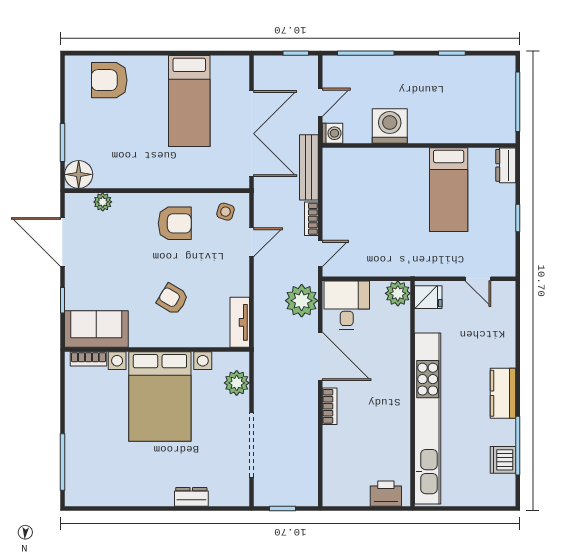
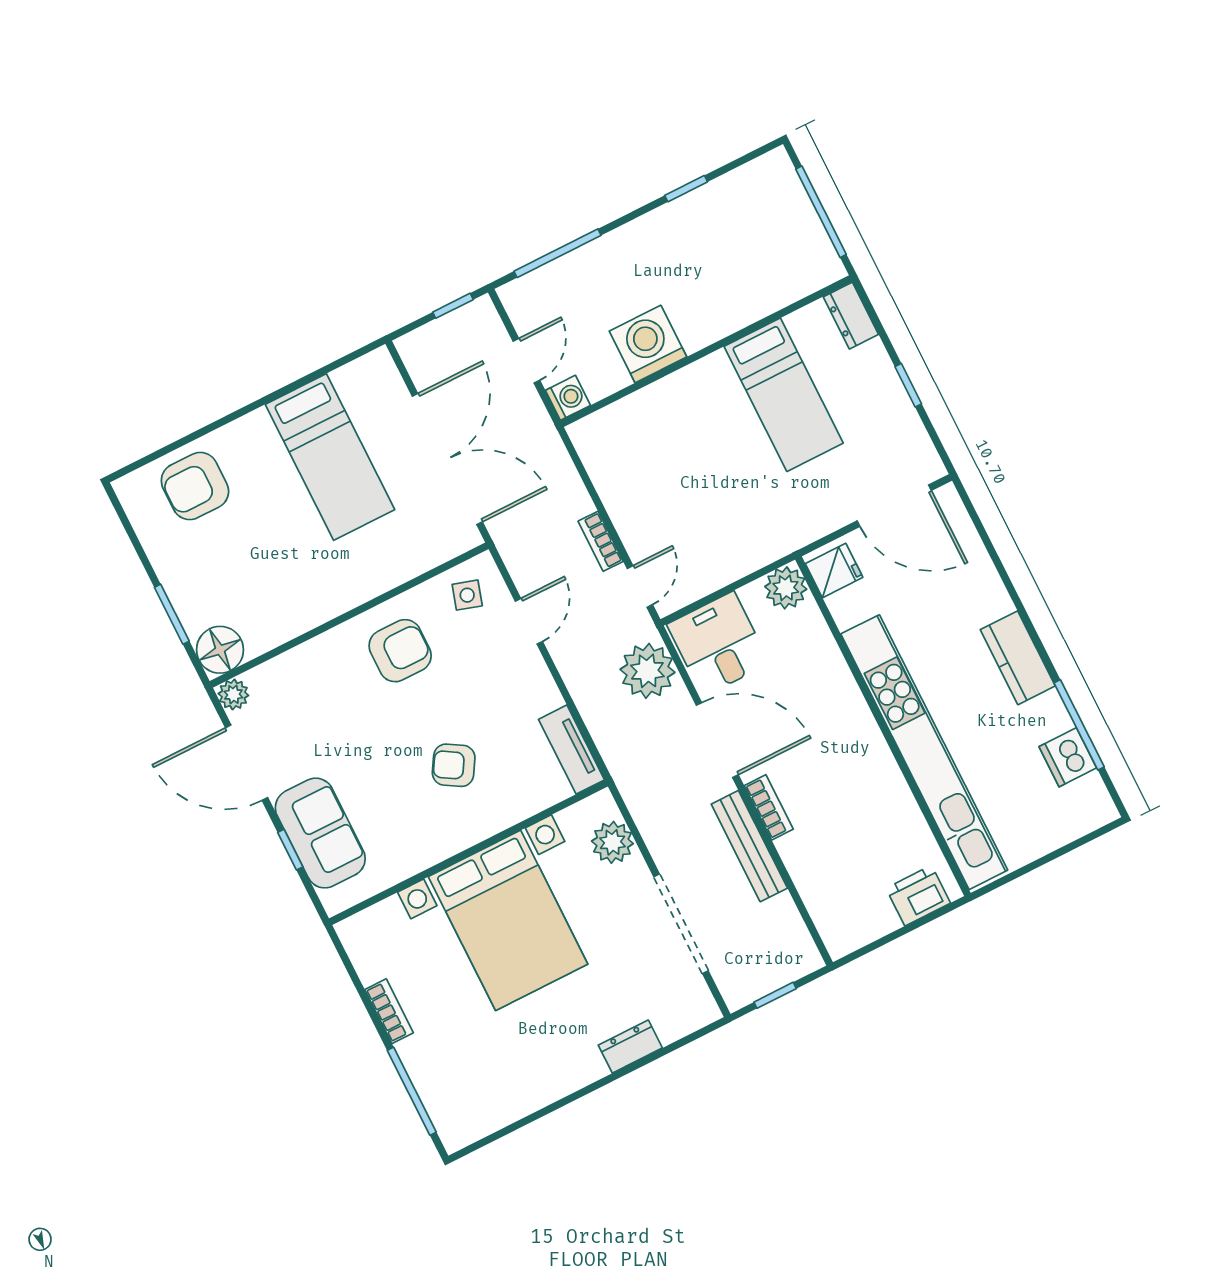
bench: (309, 167) -> (749, 846), moved
plant: (103, 202) -> (233, 695), moved
door: (478, 279) -> (894, 506), width x1.87
sofa: (96, 329) -> (320, 833), moved, turned 90
bookcase: (88, 359) -> (389, 1011), moved, turned -90

